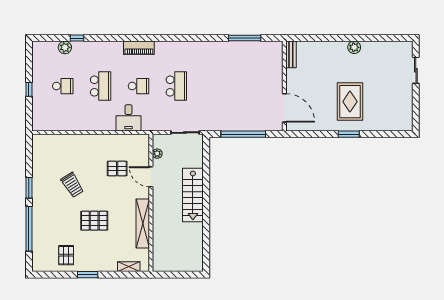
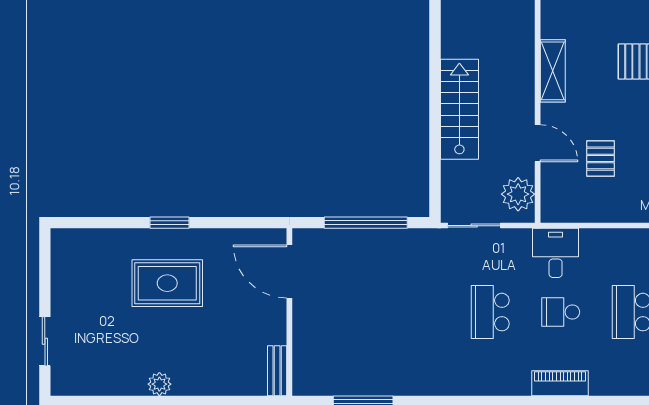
rug: (350, 102) -> (167, 283), turned 90
desk: (129, 118) -> (556, 253), moved
plant: (157, 154) -> (518, 194), width x1.88, depth x1.88
pallet: (117, 169) -> (601, 159), turned 90
shelving: (143, 223) -> (553, 71), width x0.68

